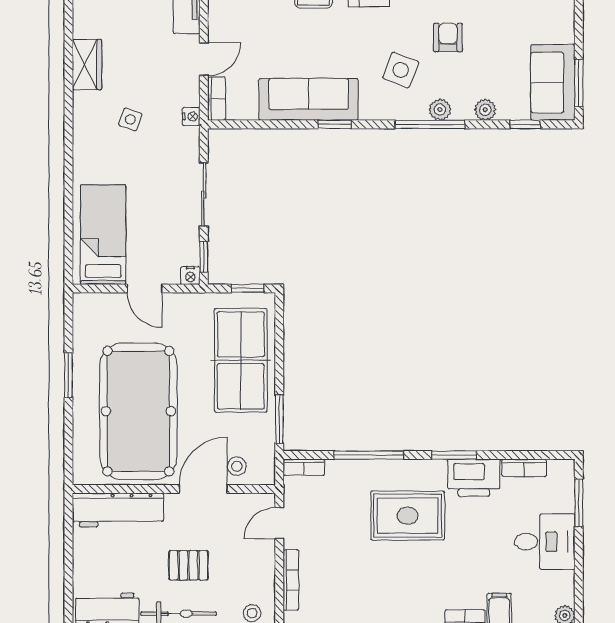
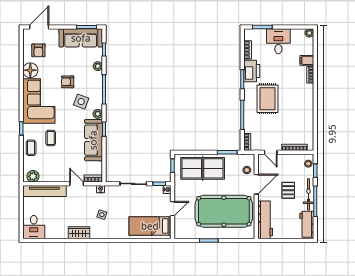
sofa: (553, 82) -> (81, 38), width x1.36
plant: (440, 110) -> (98, 114), moved
door: (203, 489) -> (256, 184), swing flipped

